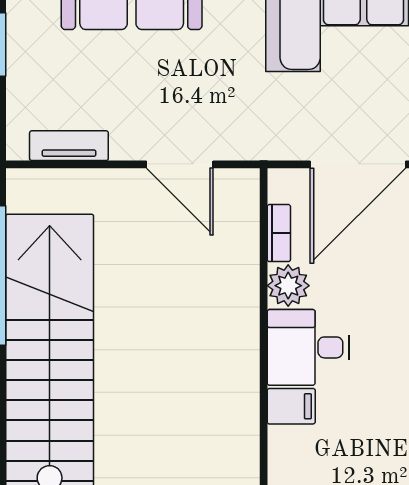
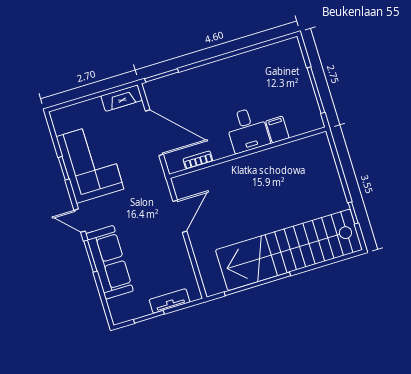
tv unit: (69, 146) -> (169, 301), moved, turned 90
plant: (288, 286) -> (221, 148), removed

